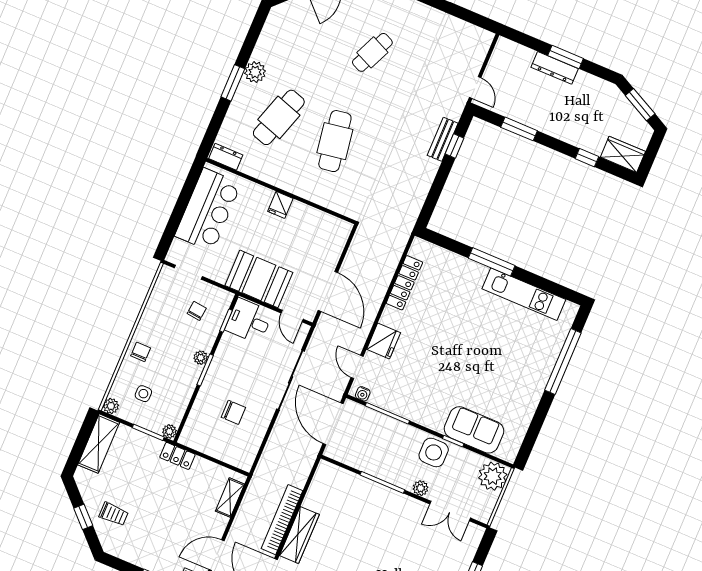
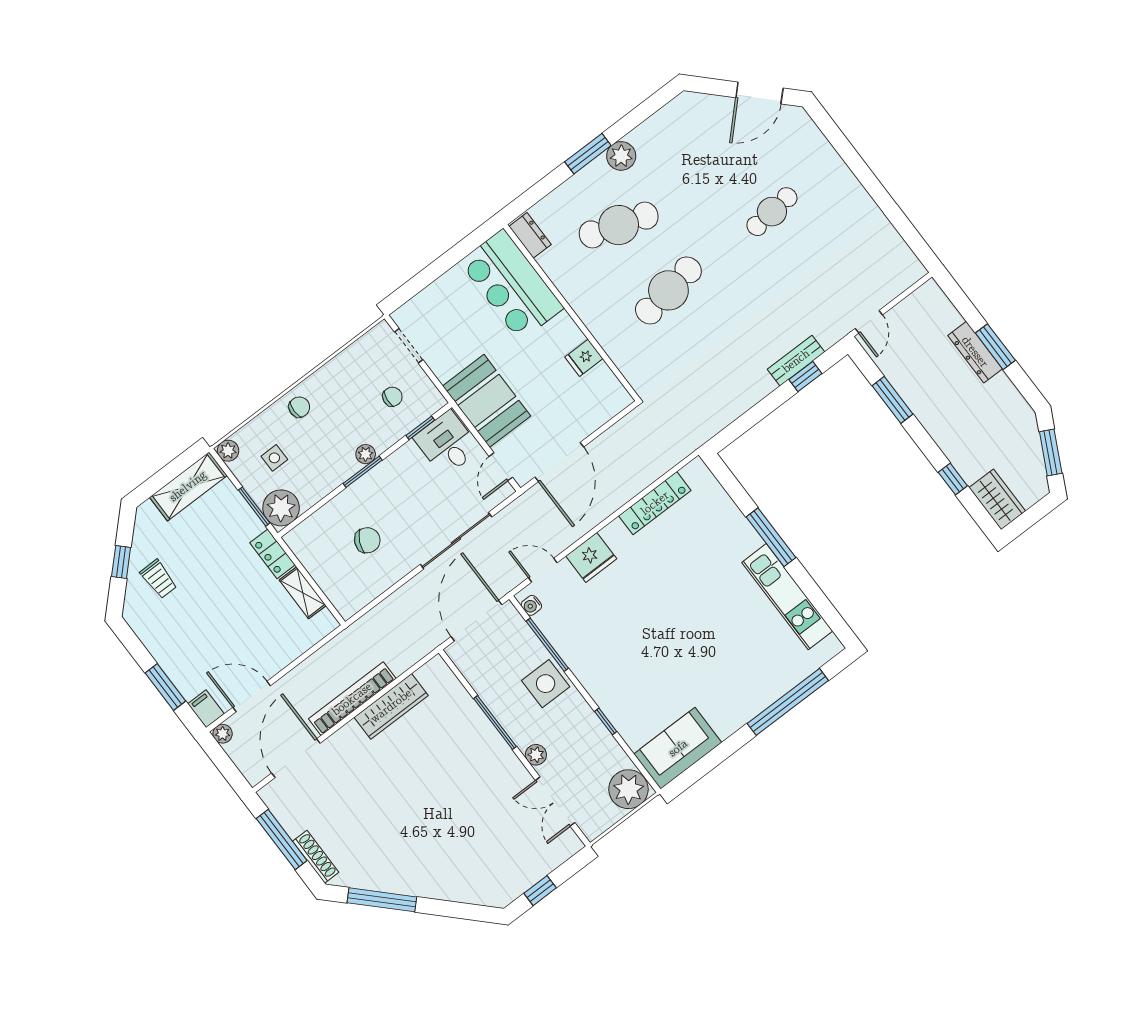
cafe table: (372, 52) -> (772, 212), turned -30
fridge: (280, 205) -> (584, 358), moved
bar counter: (208, 210) -> (512, 285), moved, turned 90
door: (357, 367) -> (543, 570), hinge flipped
chair: (233, 412) -> (367, 540), turned -64
sofa: (474, 430) -> (678, 748), moved, turned -90
plant: (169, 431) -> (281, 508), width x1.87, depth x1.87
side table: (434, 452) -> (546, 684), moved
shelving: (230, 498) -> (303, 593), moved, turned 90
wardrobe: (299, 535) -> (391, 706), moved

